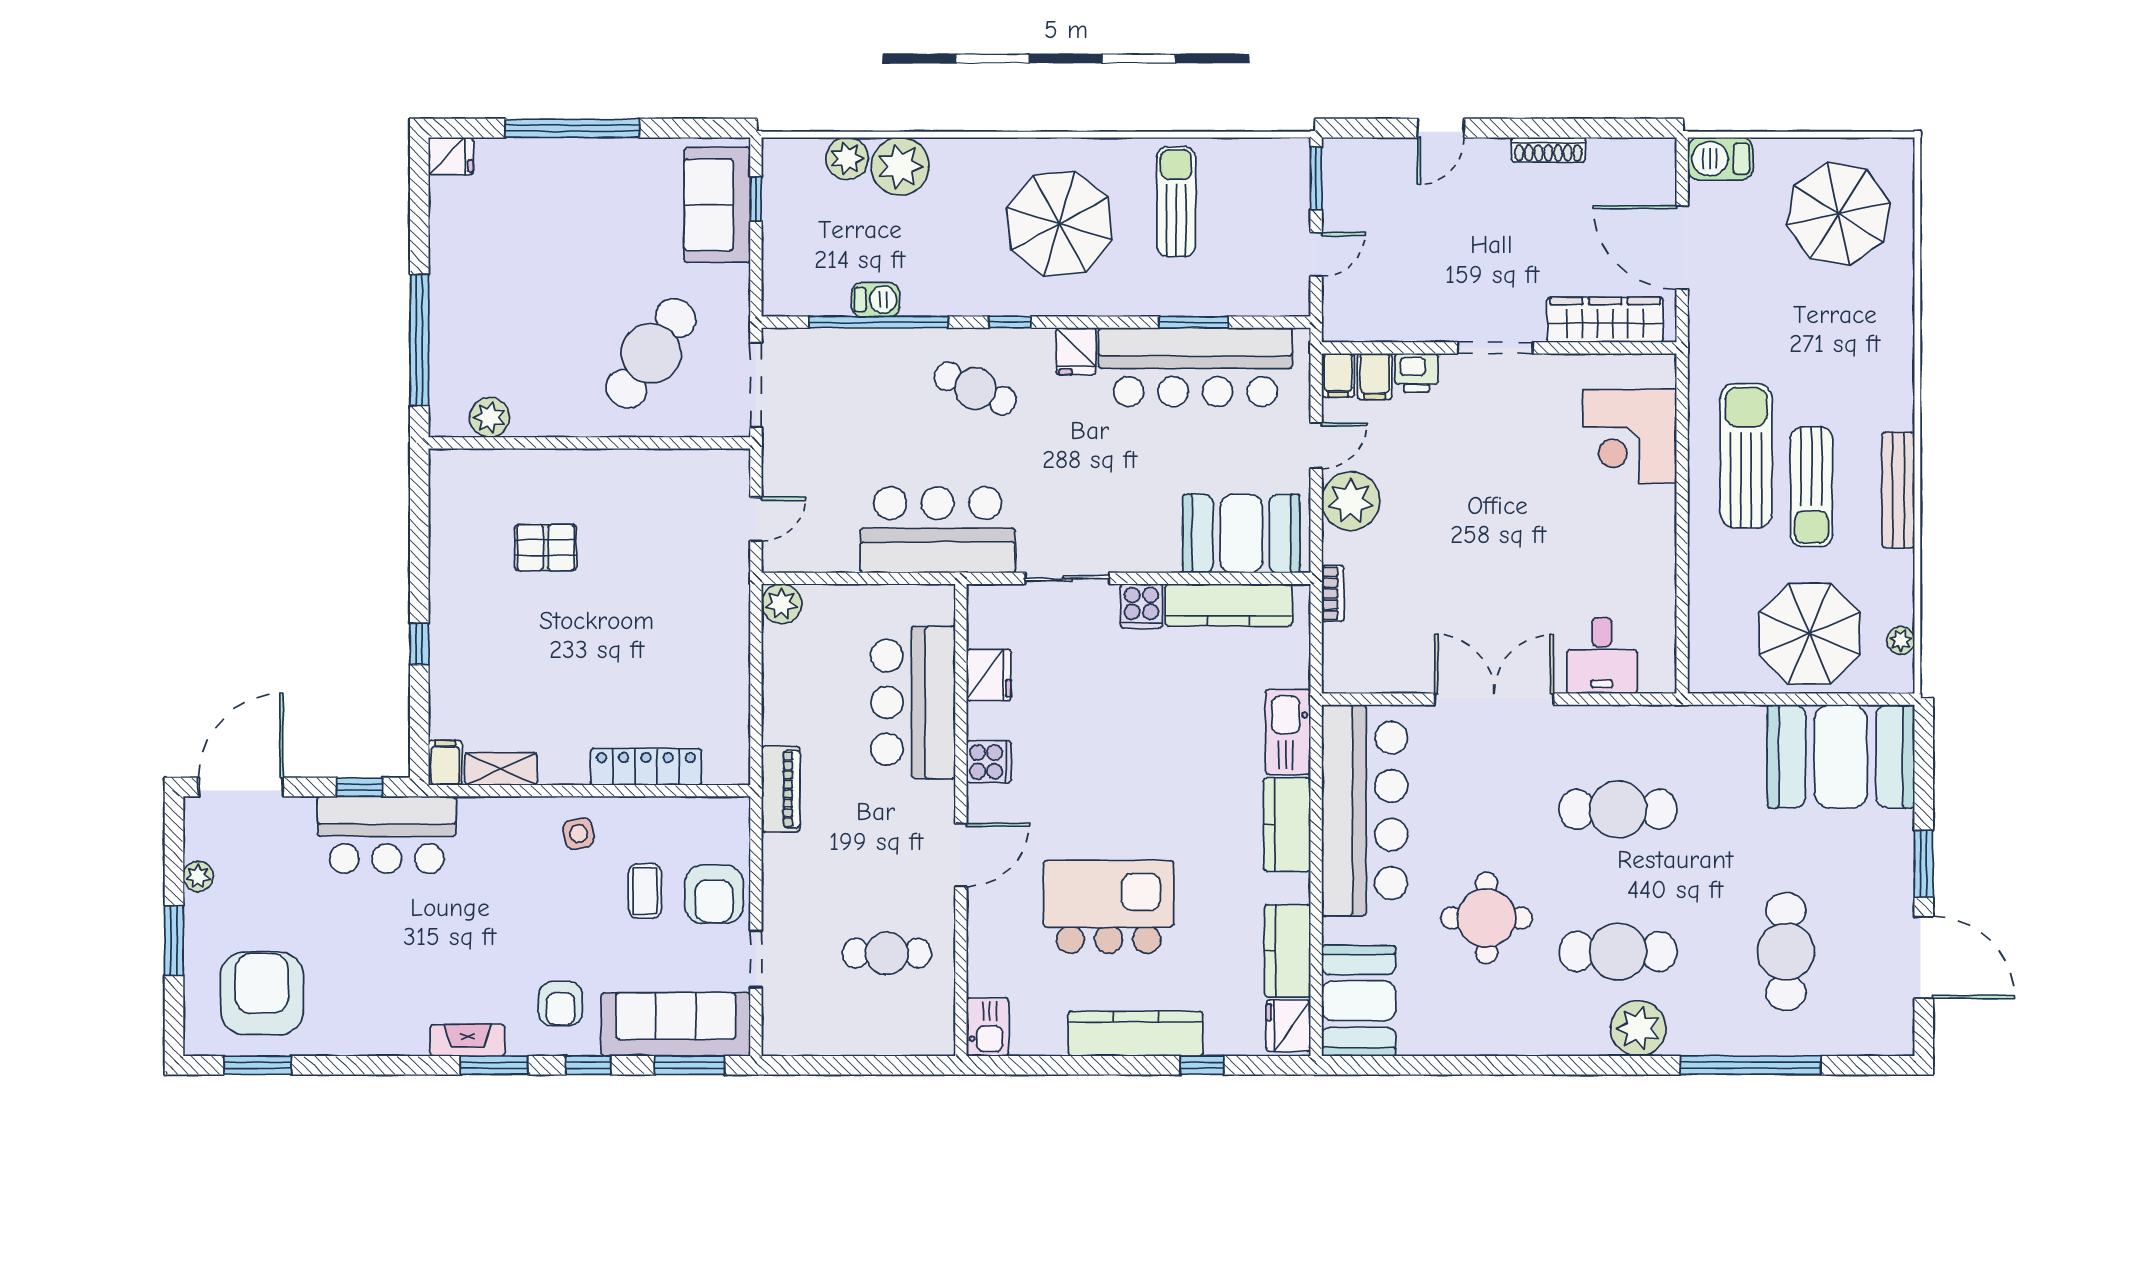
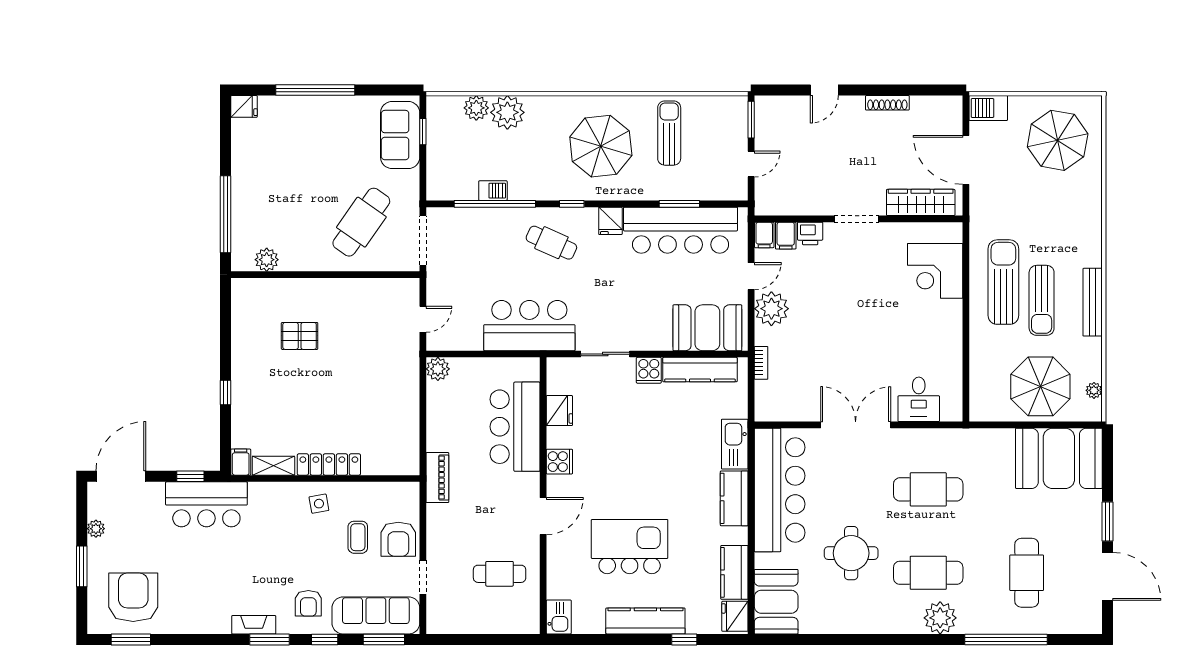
locker: (646, 767) -> (329, 464), moved

